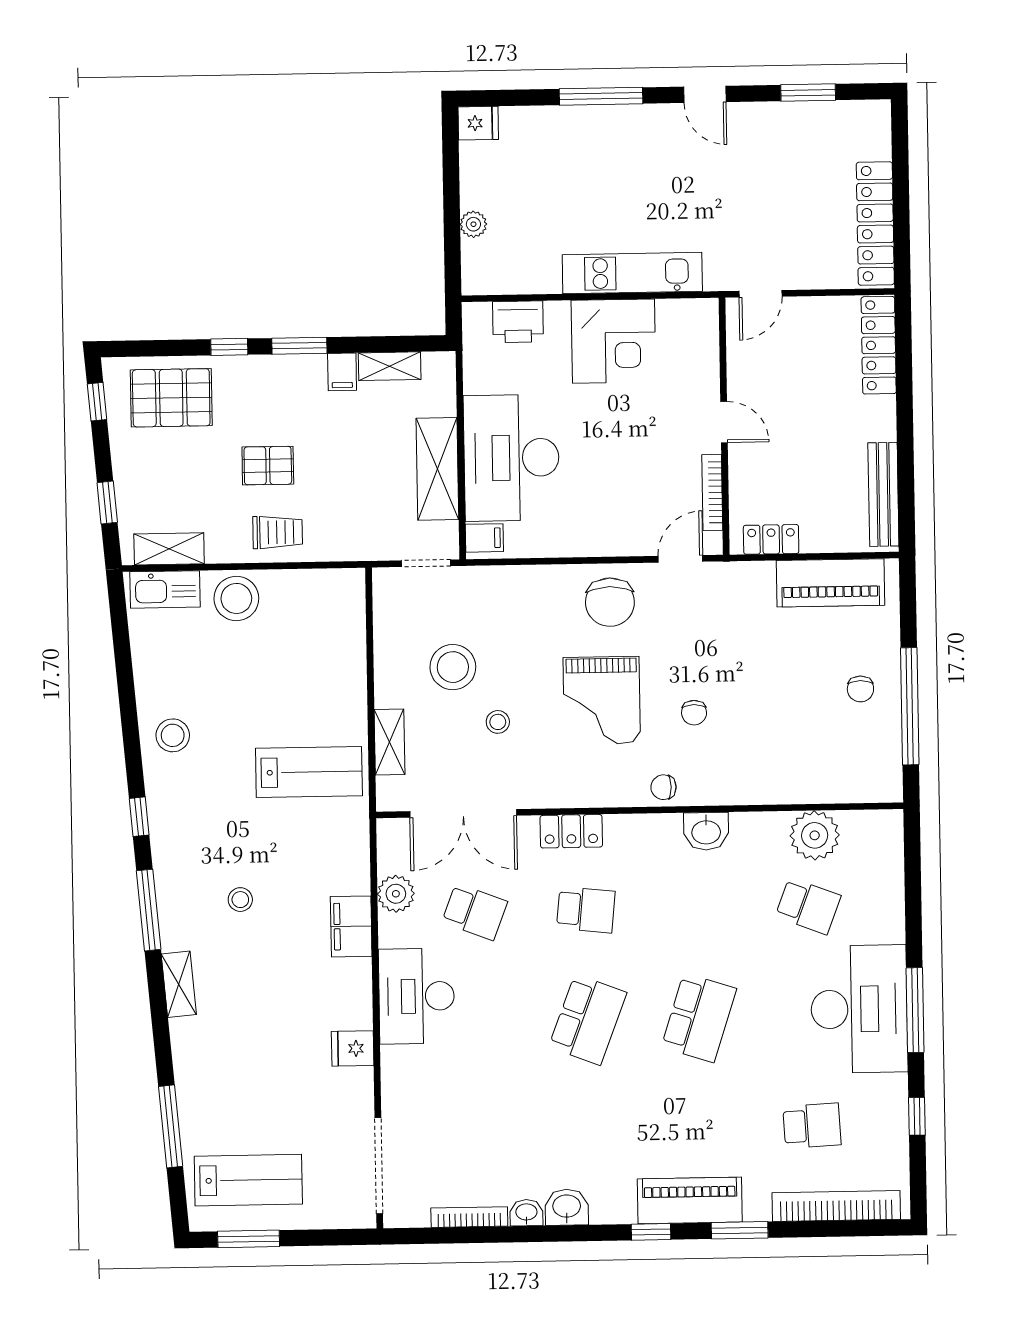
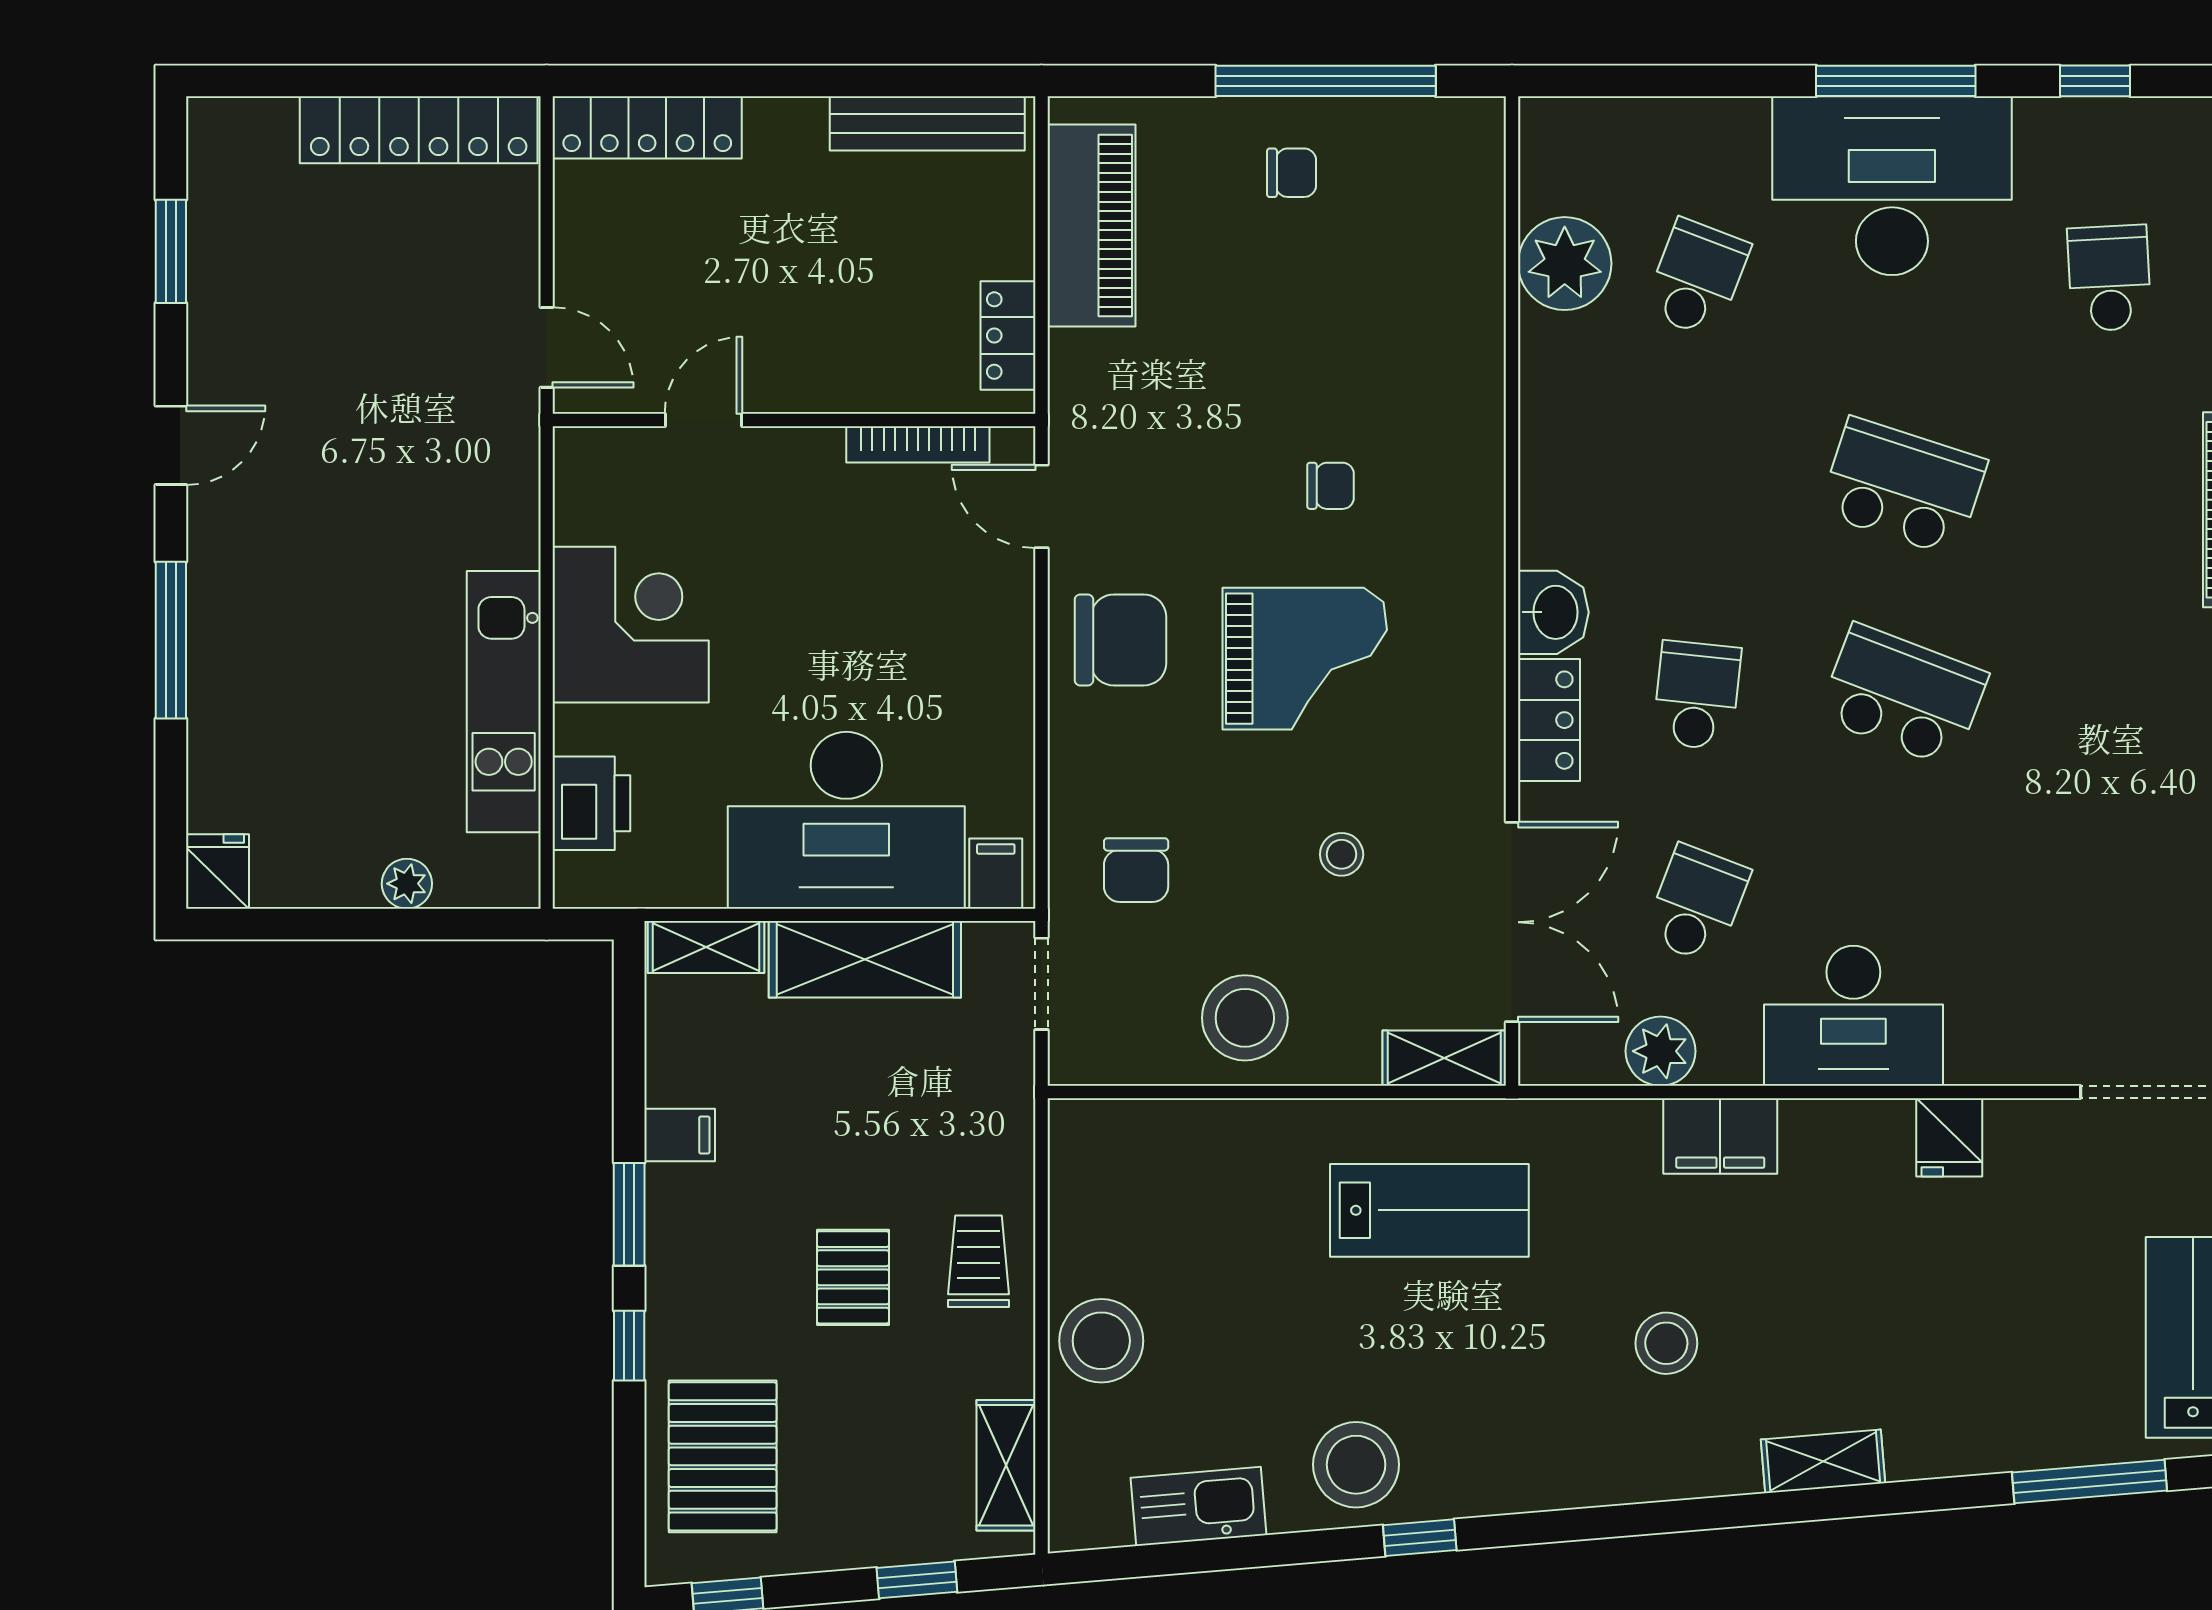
kitchen unit: (632, 273) -> (504, 702), moved
shelving: (390, 366) -> (706, 947), moved, turned 90
door: (724, 422) -> (703, 420), moved
kitchen sink: (165, 589) -> (1198, 1506), moved, turned -95
stool: (453, 667) -> (1245, 1018), moved
stool: (173, 735) -> (1356, 1465), width x1.38, depth x1.38
shelving: (389, 742) -> (1444, 1058), moved
lab bench: (309, 772) -> (1429, 1210), turned 90
chair: (664, 787) -> (1136, 870), moved, width x1.37, depth x1.37
window: (139, 817) -> (1420, 1538), moved
washbasin: (706, 831) -> (1553, 612), moved
stool: (240, 900) -> (1666, 1343), width x1.37, depth x1.37
window: (149, 910) -> (1683, 1516), removed

